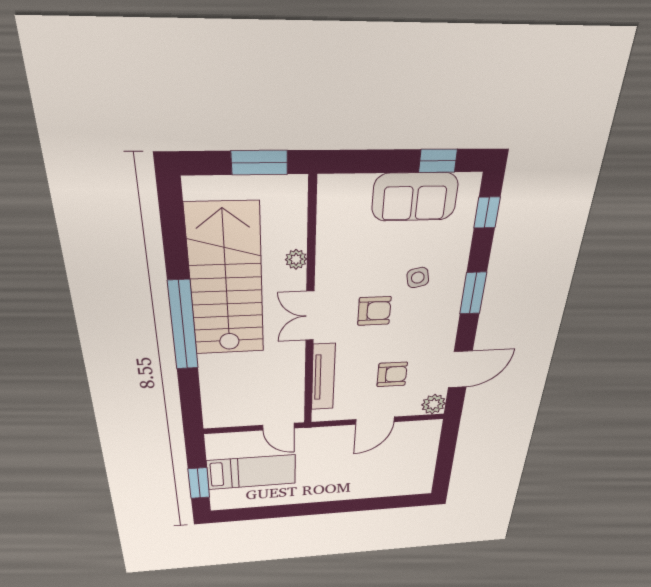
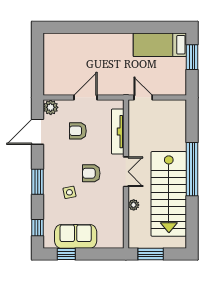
bed: (252, 472) -> (160, 45), moved

